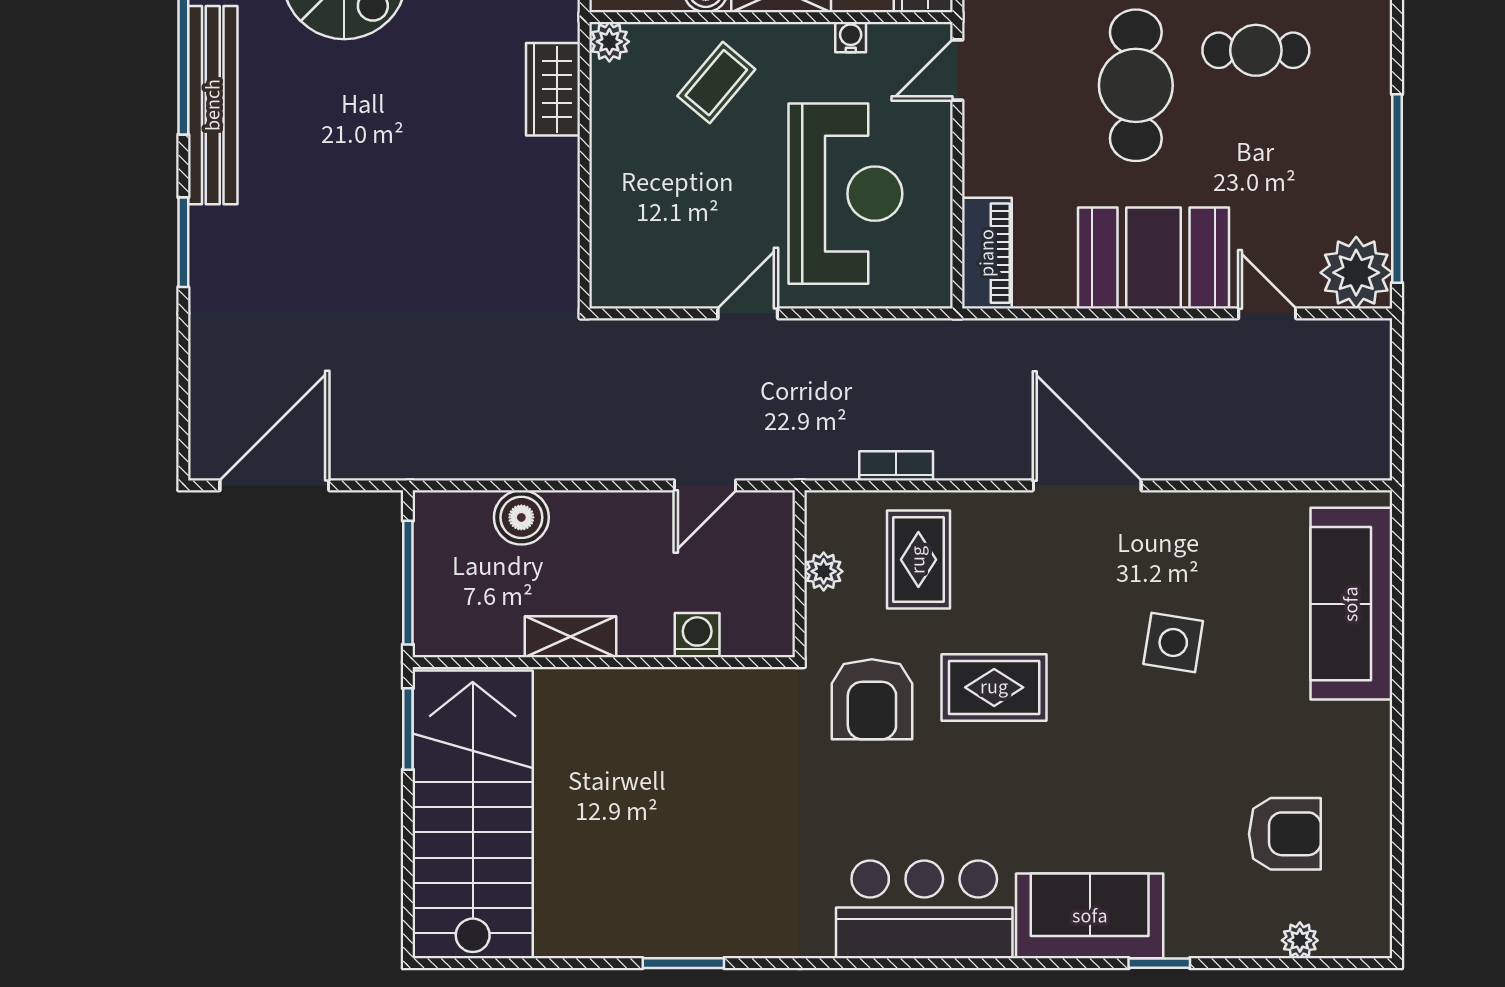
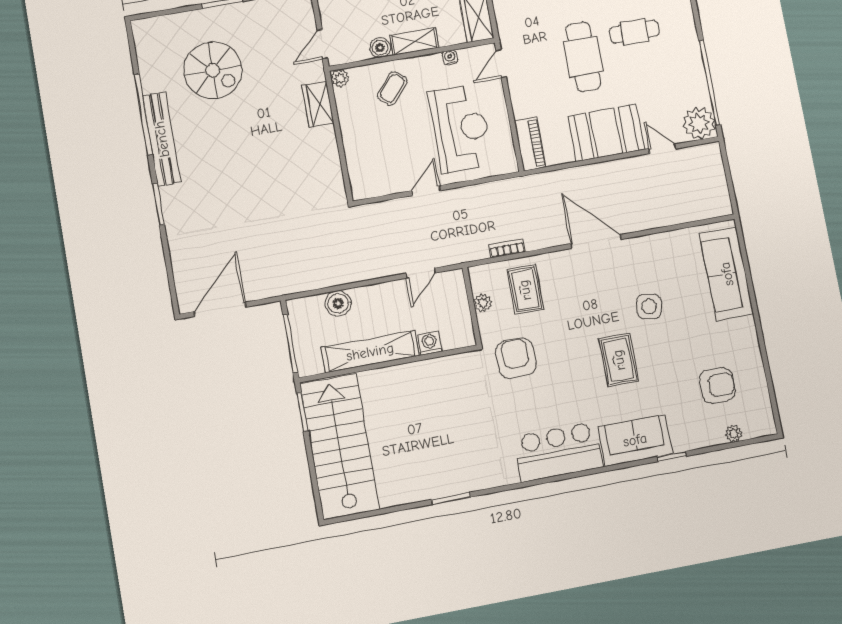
shelving: (571, 637) -> (370, 352), width x2.20, depth x1.33
rug: (994, 687) -> (619, 360), moved, turned 90
armchair: (872, 699) -> (516, 358), turned 180

